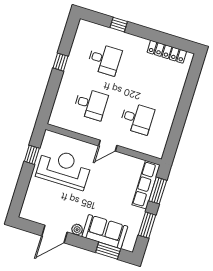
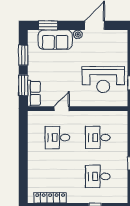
door: (108, 146) -> (62, 109), moved
row of seats: (146, 185) -> (34, 93), width x0.68

